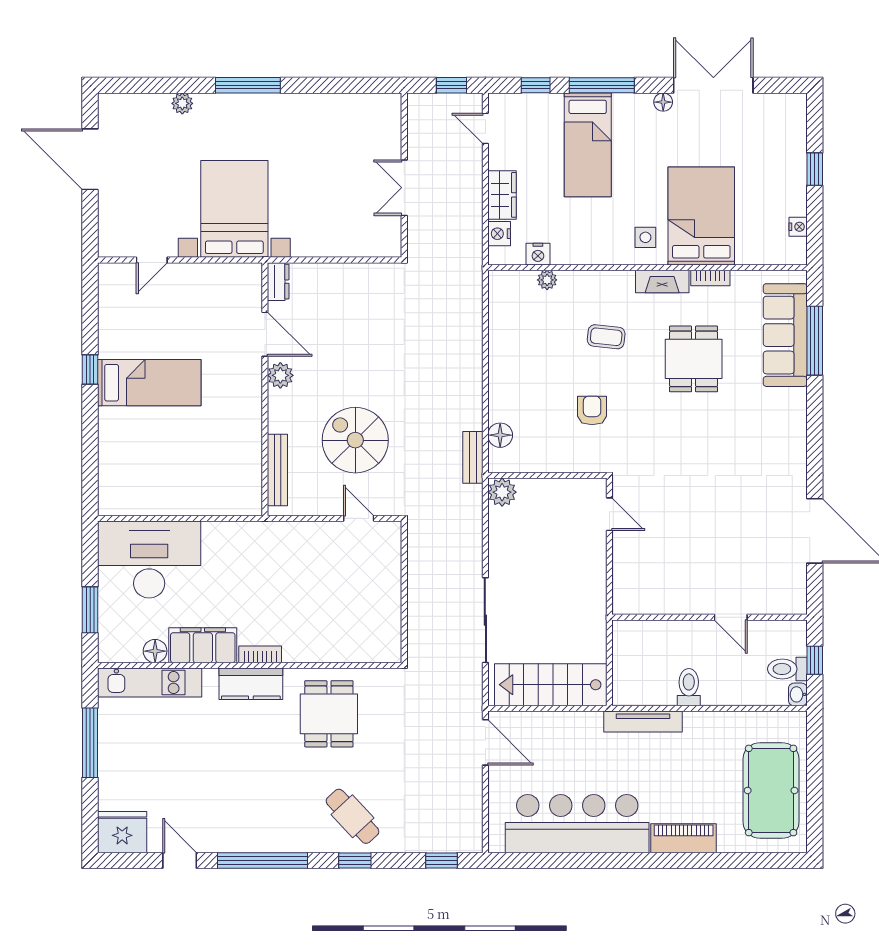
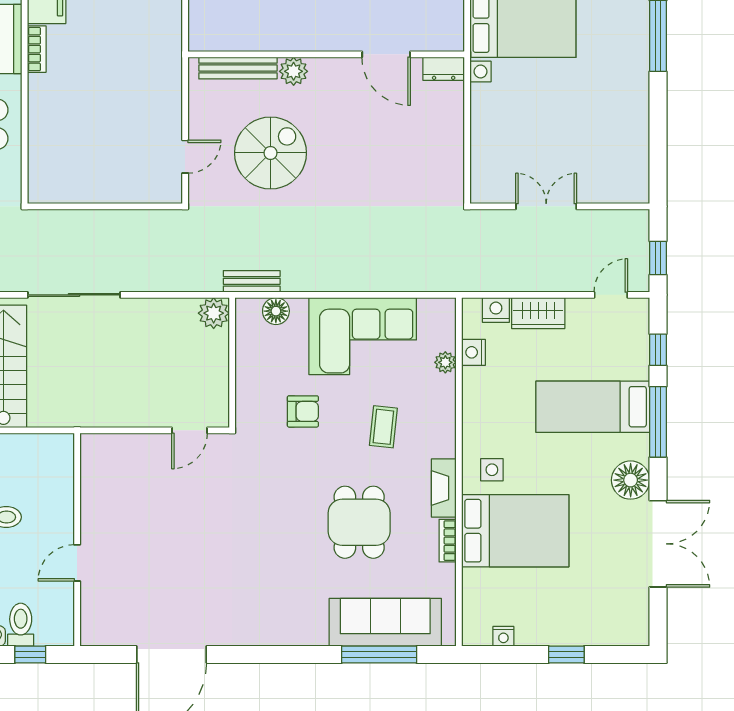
floor lamp: (663, 102) -> (631, 480), width x1.89, depth x1.89
door: (265, 334) -> (386, 54), hinge flipped
corner sofa: (523, 356) -> (363, 336), added
dining table: (694, 359) -> (359, 522), turned 90
plant: (280, 375) -> (294, 71), moved

